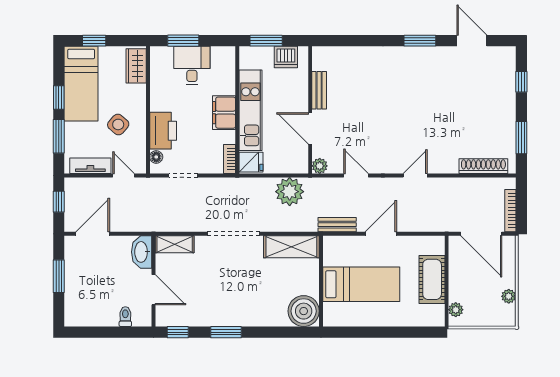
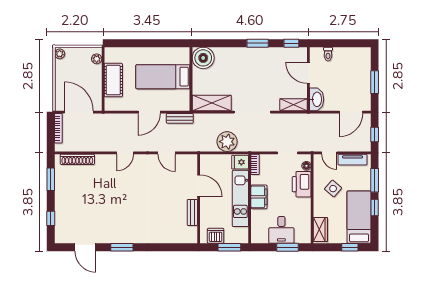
plant: (320, 166) -> (192, 160), removed
plant: (290, 192) -> (227, 142), moved
plant: (509, 296) -> (60, 54), moved

